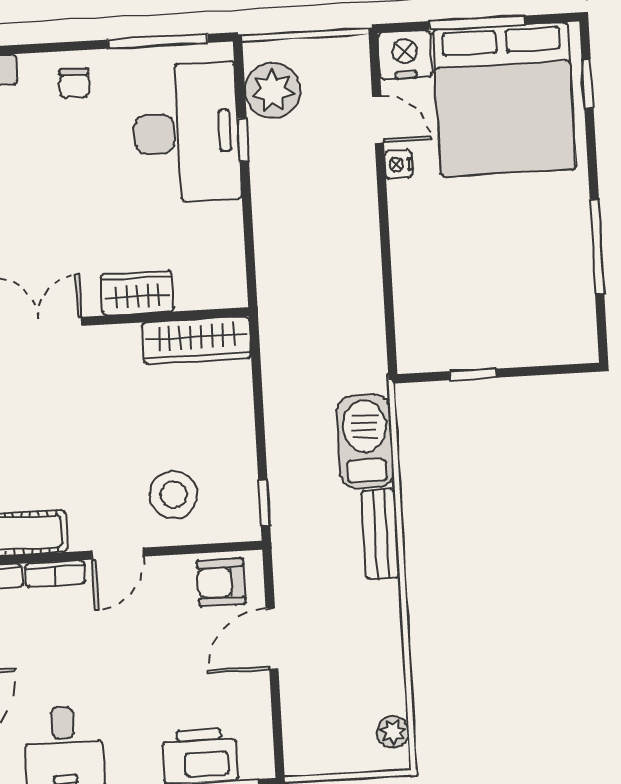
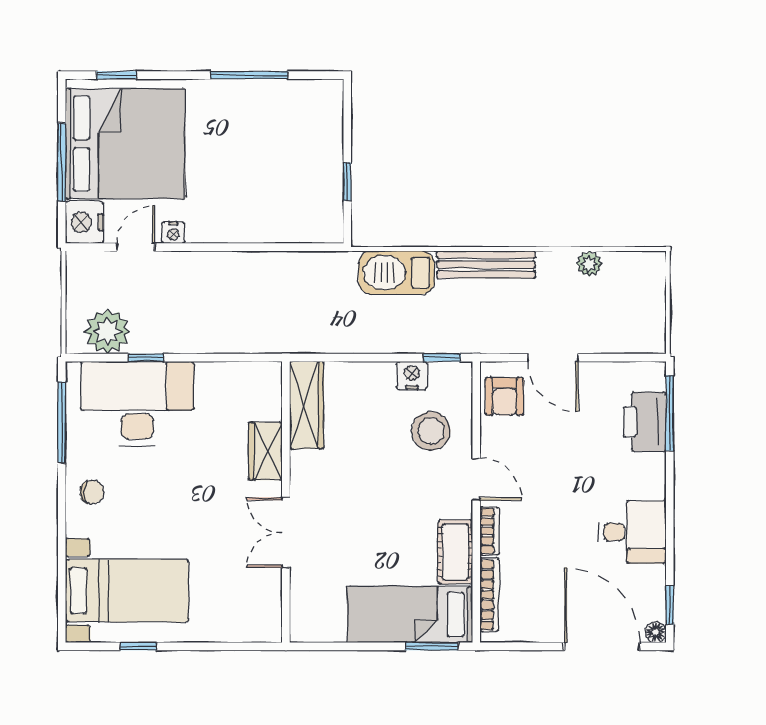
nightstand: (240, 467) -> (412, 375), added
bench: (380, 534) -> (486, 265), width x1.36
plant: (393, 732) -> (589, 264), moved

